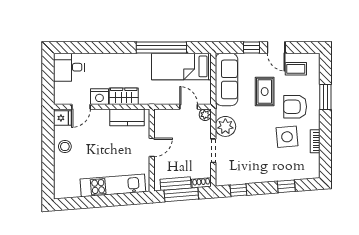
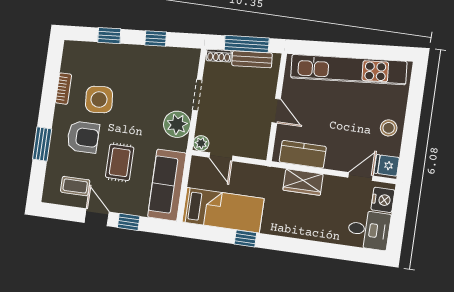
window: (161, 47) -> (245, 238), width x0.32
nightstand: (99, 97) -> (383, 200), moved, turned 90
door: (152, 147) -> (276, 111), swing flipped
kitchen unit: (113, 185) -> (349, 70), width x1.36
window: (238, 190) -> (156, 38), moved

